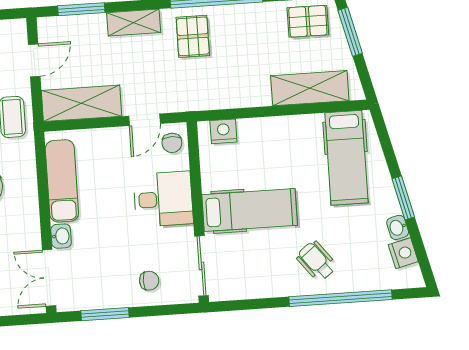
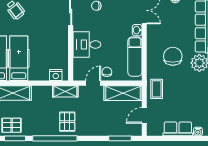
shelving: (134, 23) -> (65, 91), moved
chair: (172, 143) -> (107, 72), moved
hospital bed: (250, 210) -> (19, 58), moved, turned 90

